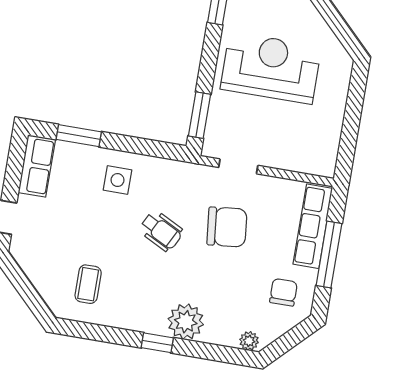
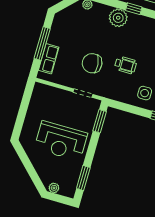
row of seats: (313, 226) -> (49, 59), width x0.68
wheelchair: (161, 231) -> (125, 65), turned 153
chair: (283, 292) -> (67, 27), removed

